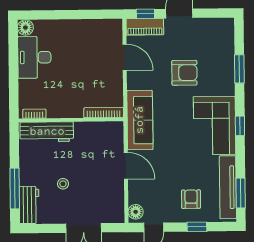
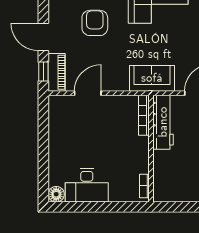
armchair: (184, 73) -> (95, 23), moved
sofa: (140, 120) -> (152, 78), width x0.73
workbench: (47, 132) -> (163, 122), moved

